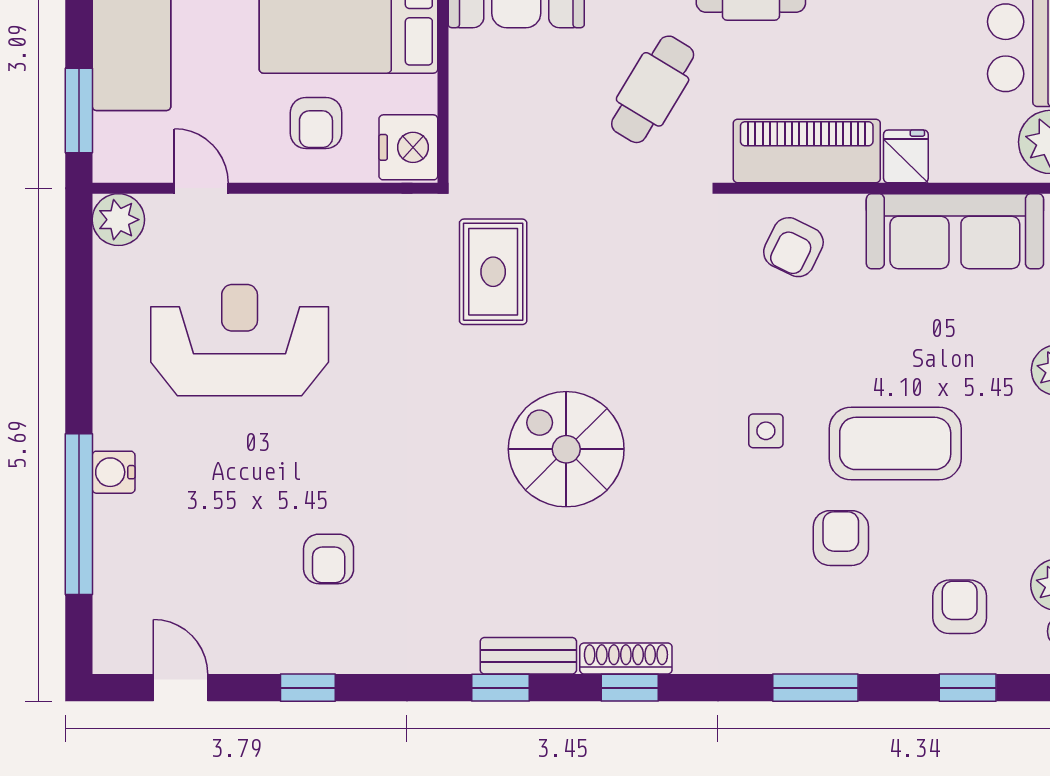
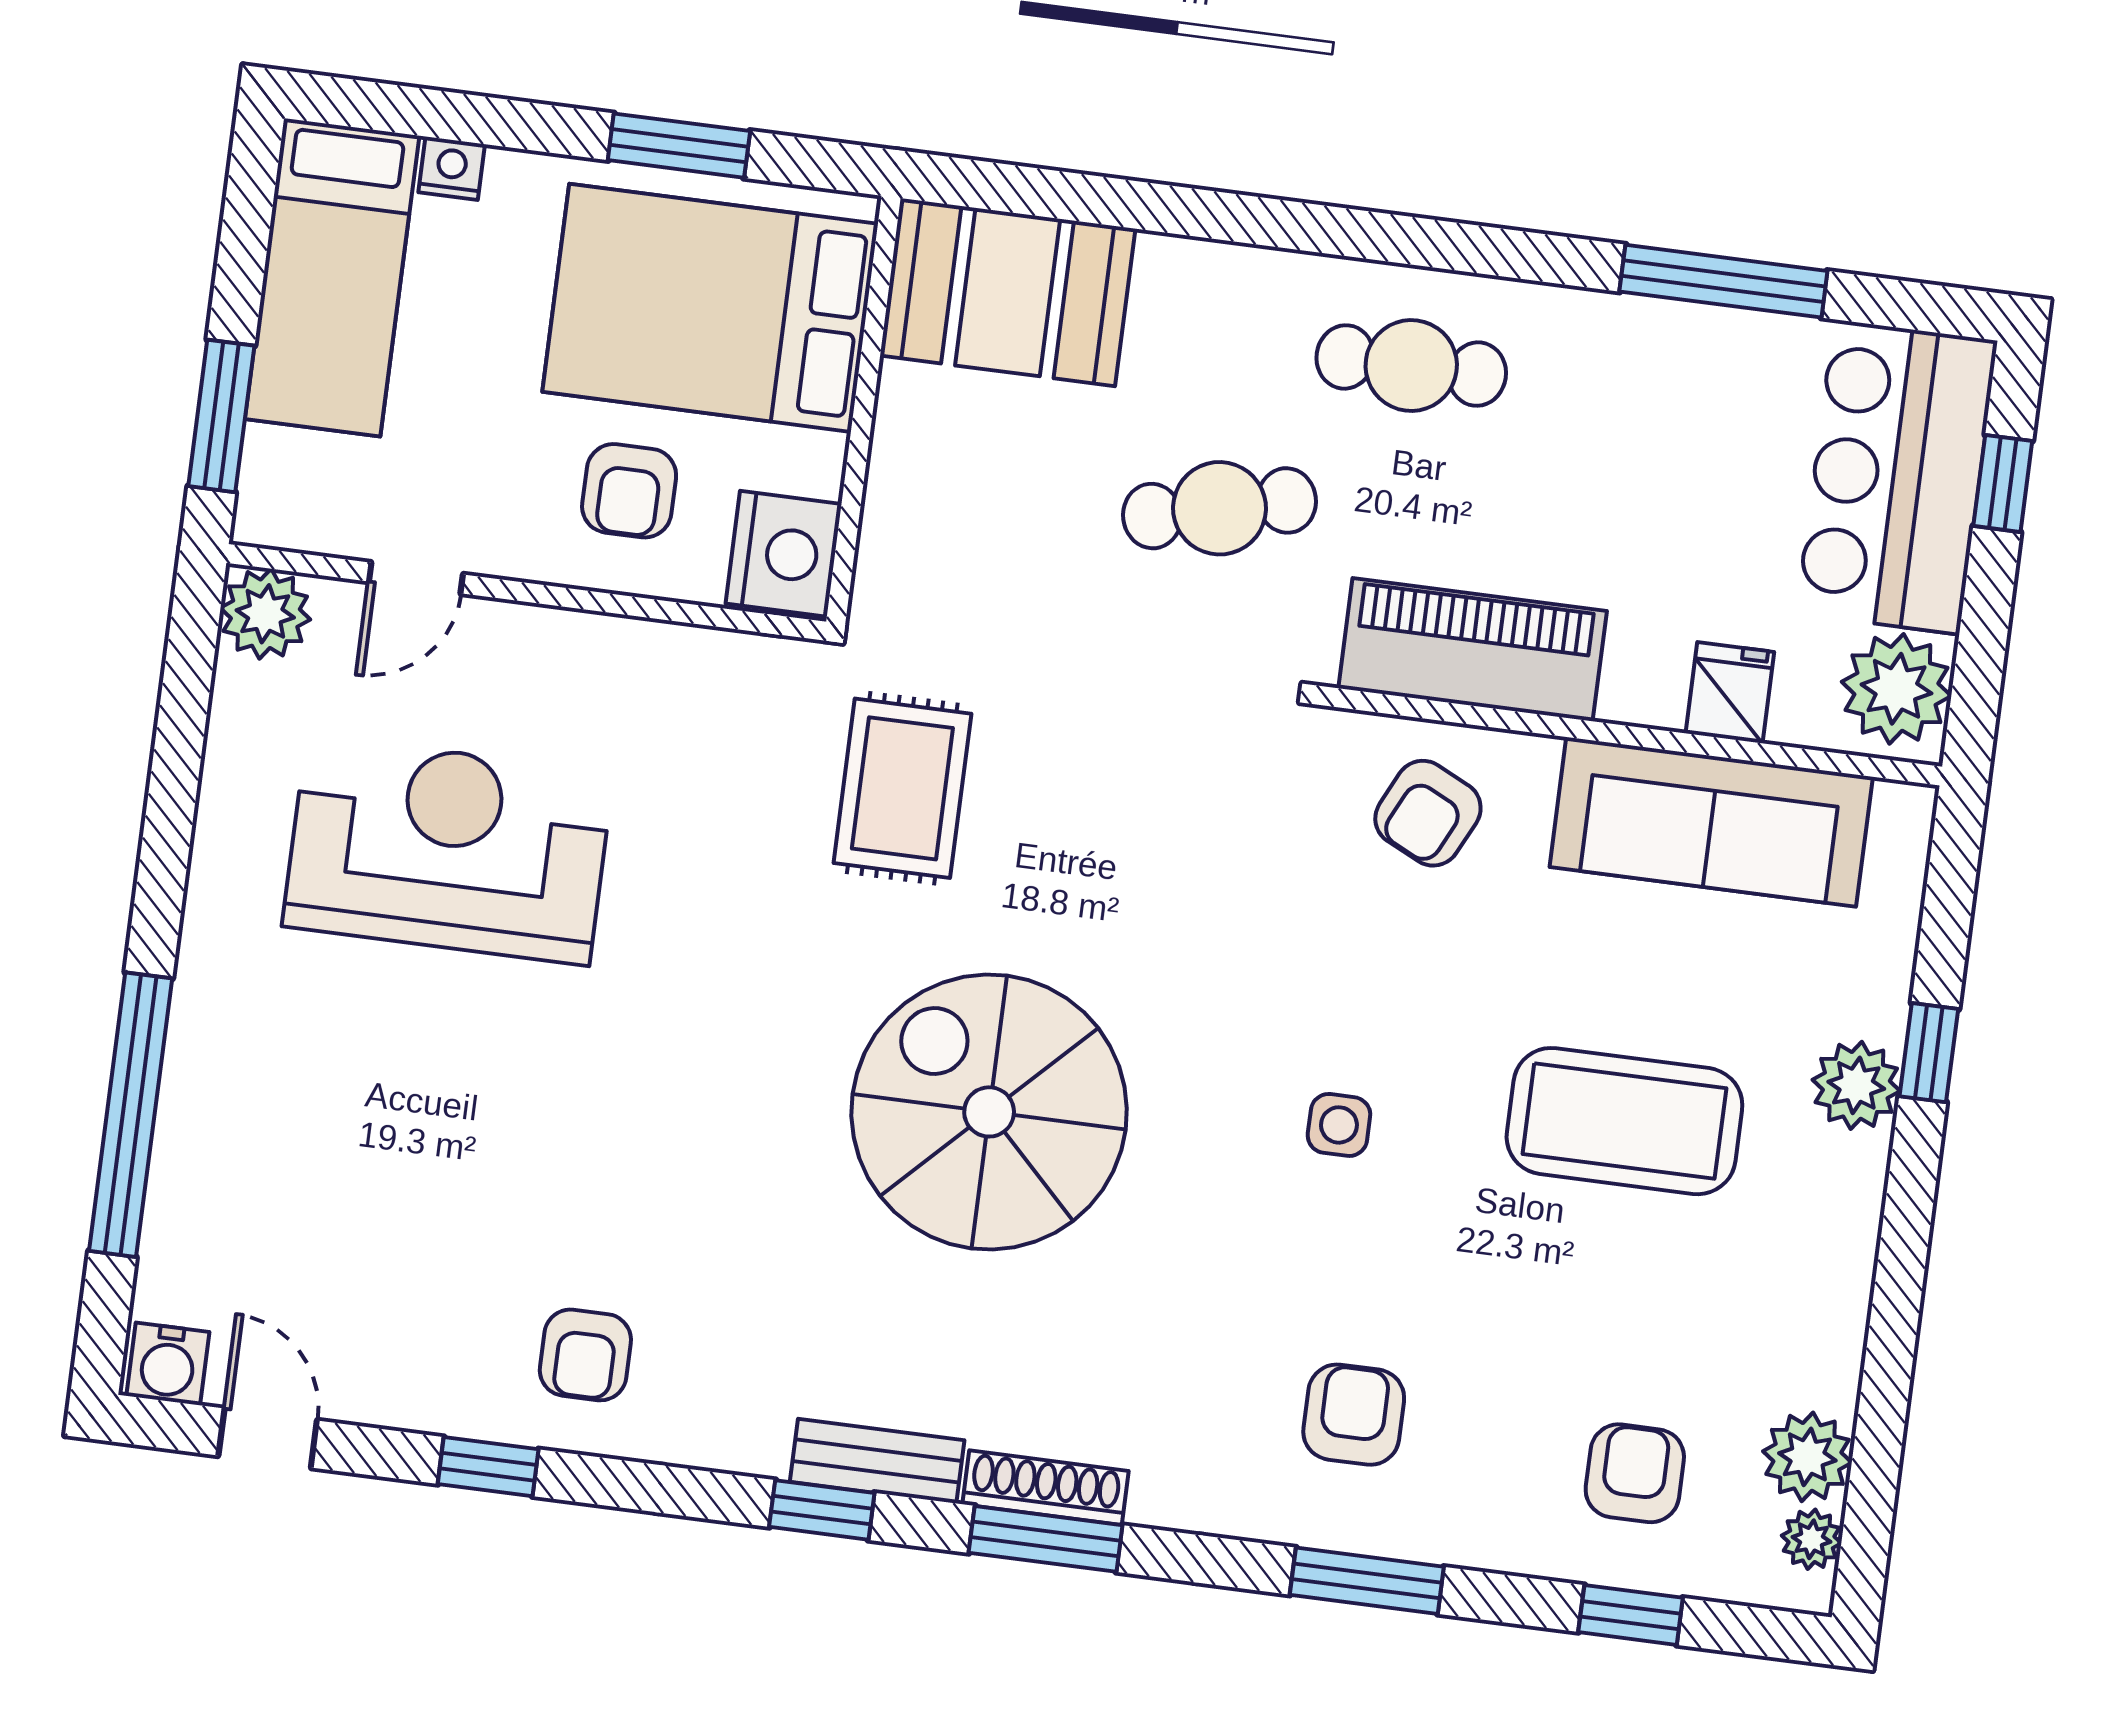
cafe table: (653, 89) -> (1219, 508), turned 45
fridge: (906, 156) -> (1730, 693), moved
door: (201, 188) -> (416, 578), swing flipped
coffee table: (895, 443) -> (1624, 1121), moved
spiral stairs: (566, 449) -> (989, 1112), width x1.37, depth x1.37
water cooler: (114, 472) -> (168, 1364), moved, turned -90
armchair: (841, 538) -> (1354, 1415), moved
armchair: (329, 559) -> (585, 1355), moved
window: (630, 688) -> (1046, 1539), width x1.50

